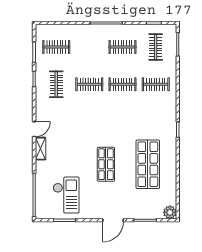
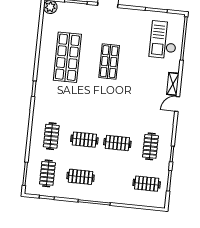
clothes rail: (156, 84) -> (51, 136), turned 90
checkout: (66, 195) -> (163, 40), moved

